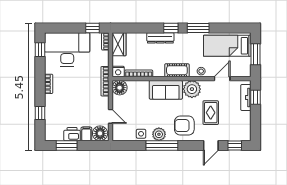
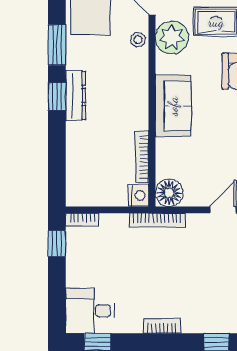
dresser: (160, 38) -> (76, 95), moved
wardrobe: (119, 44) -> (88, 194), removed
desk: (67, 49) -> (90, 311), width x0.53, depth x0.77
cot: (177, 70) -> (136, 85), removed
plant: (192, 89) -> (172, 37), moved

